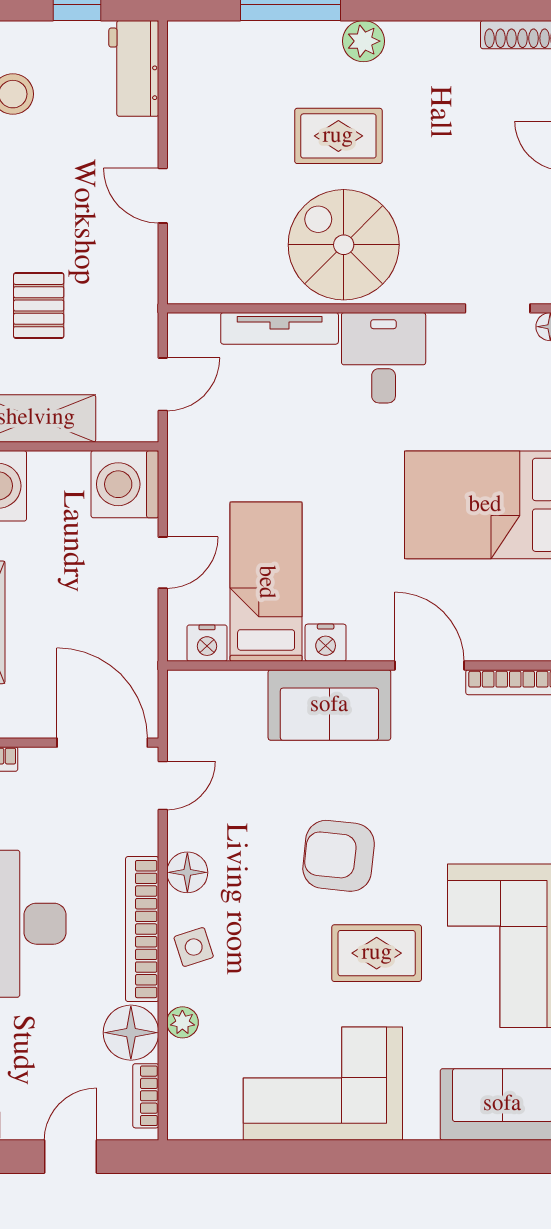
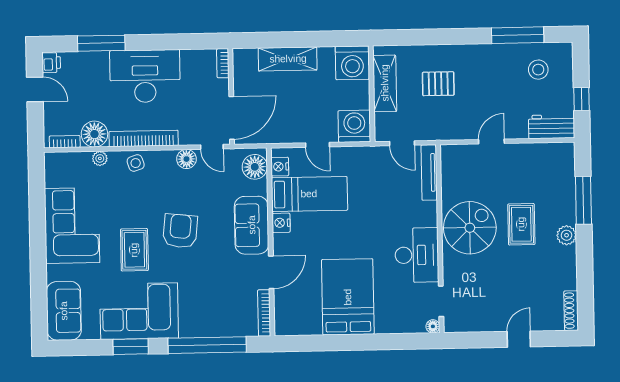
tv unit: (280, 328) -> (429, 172), moved
desk: (384, 358) -> (417, 255), width x1.37
floor lamp: (207, 696) -> (255, 167), added
floor lamp: (187, 872) -> (186, 159), moved
door: (71, 1157) -> (35, 89), moved

